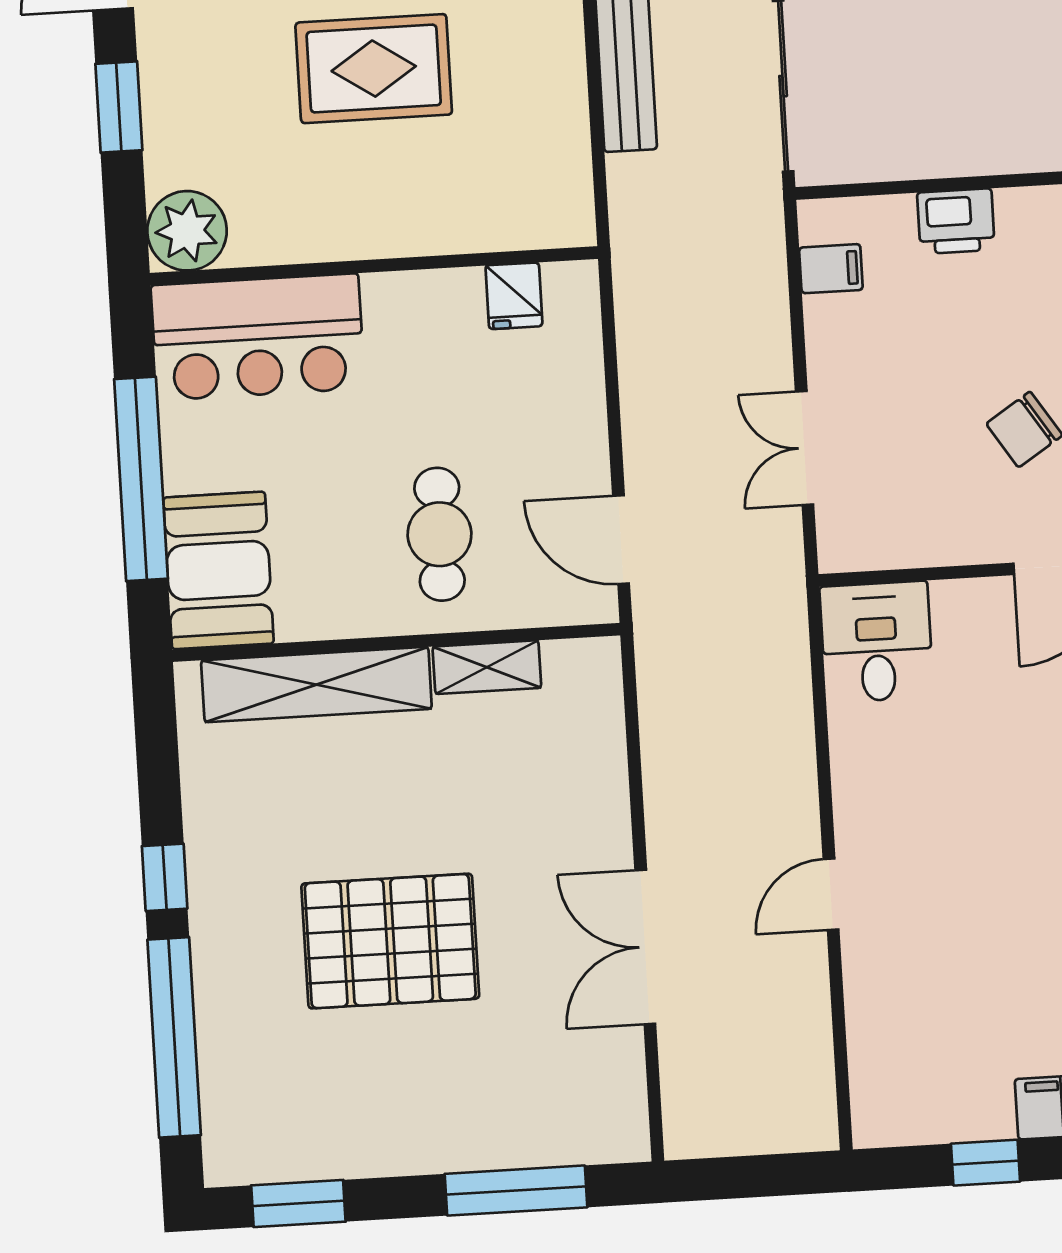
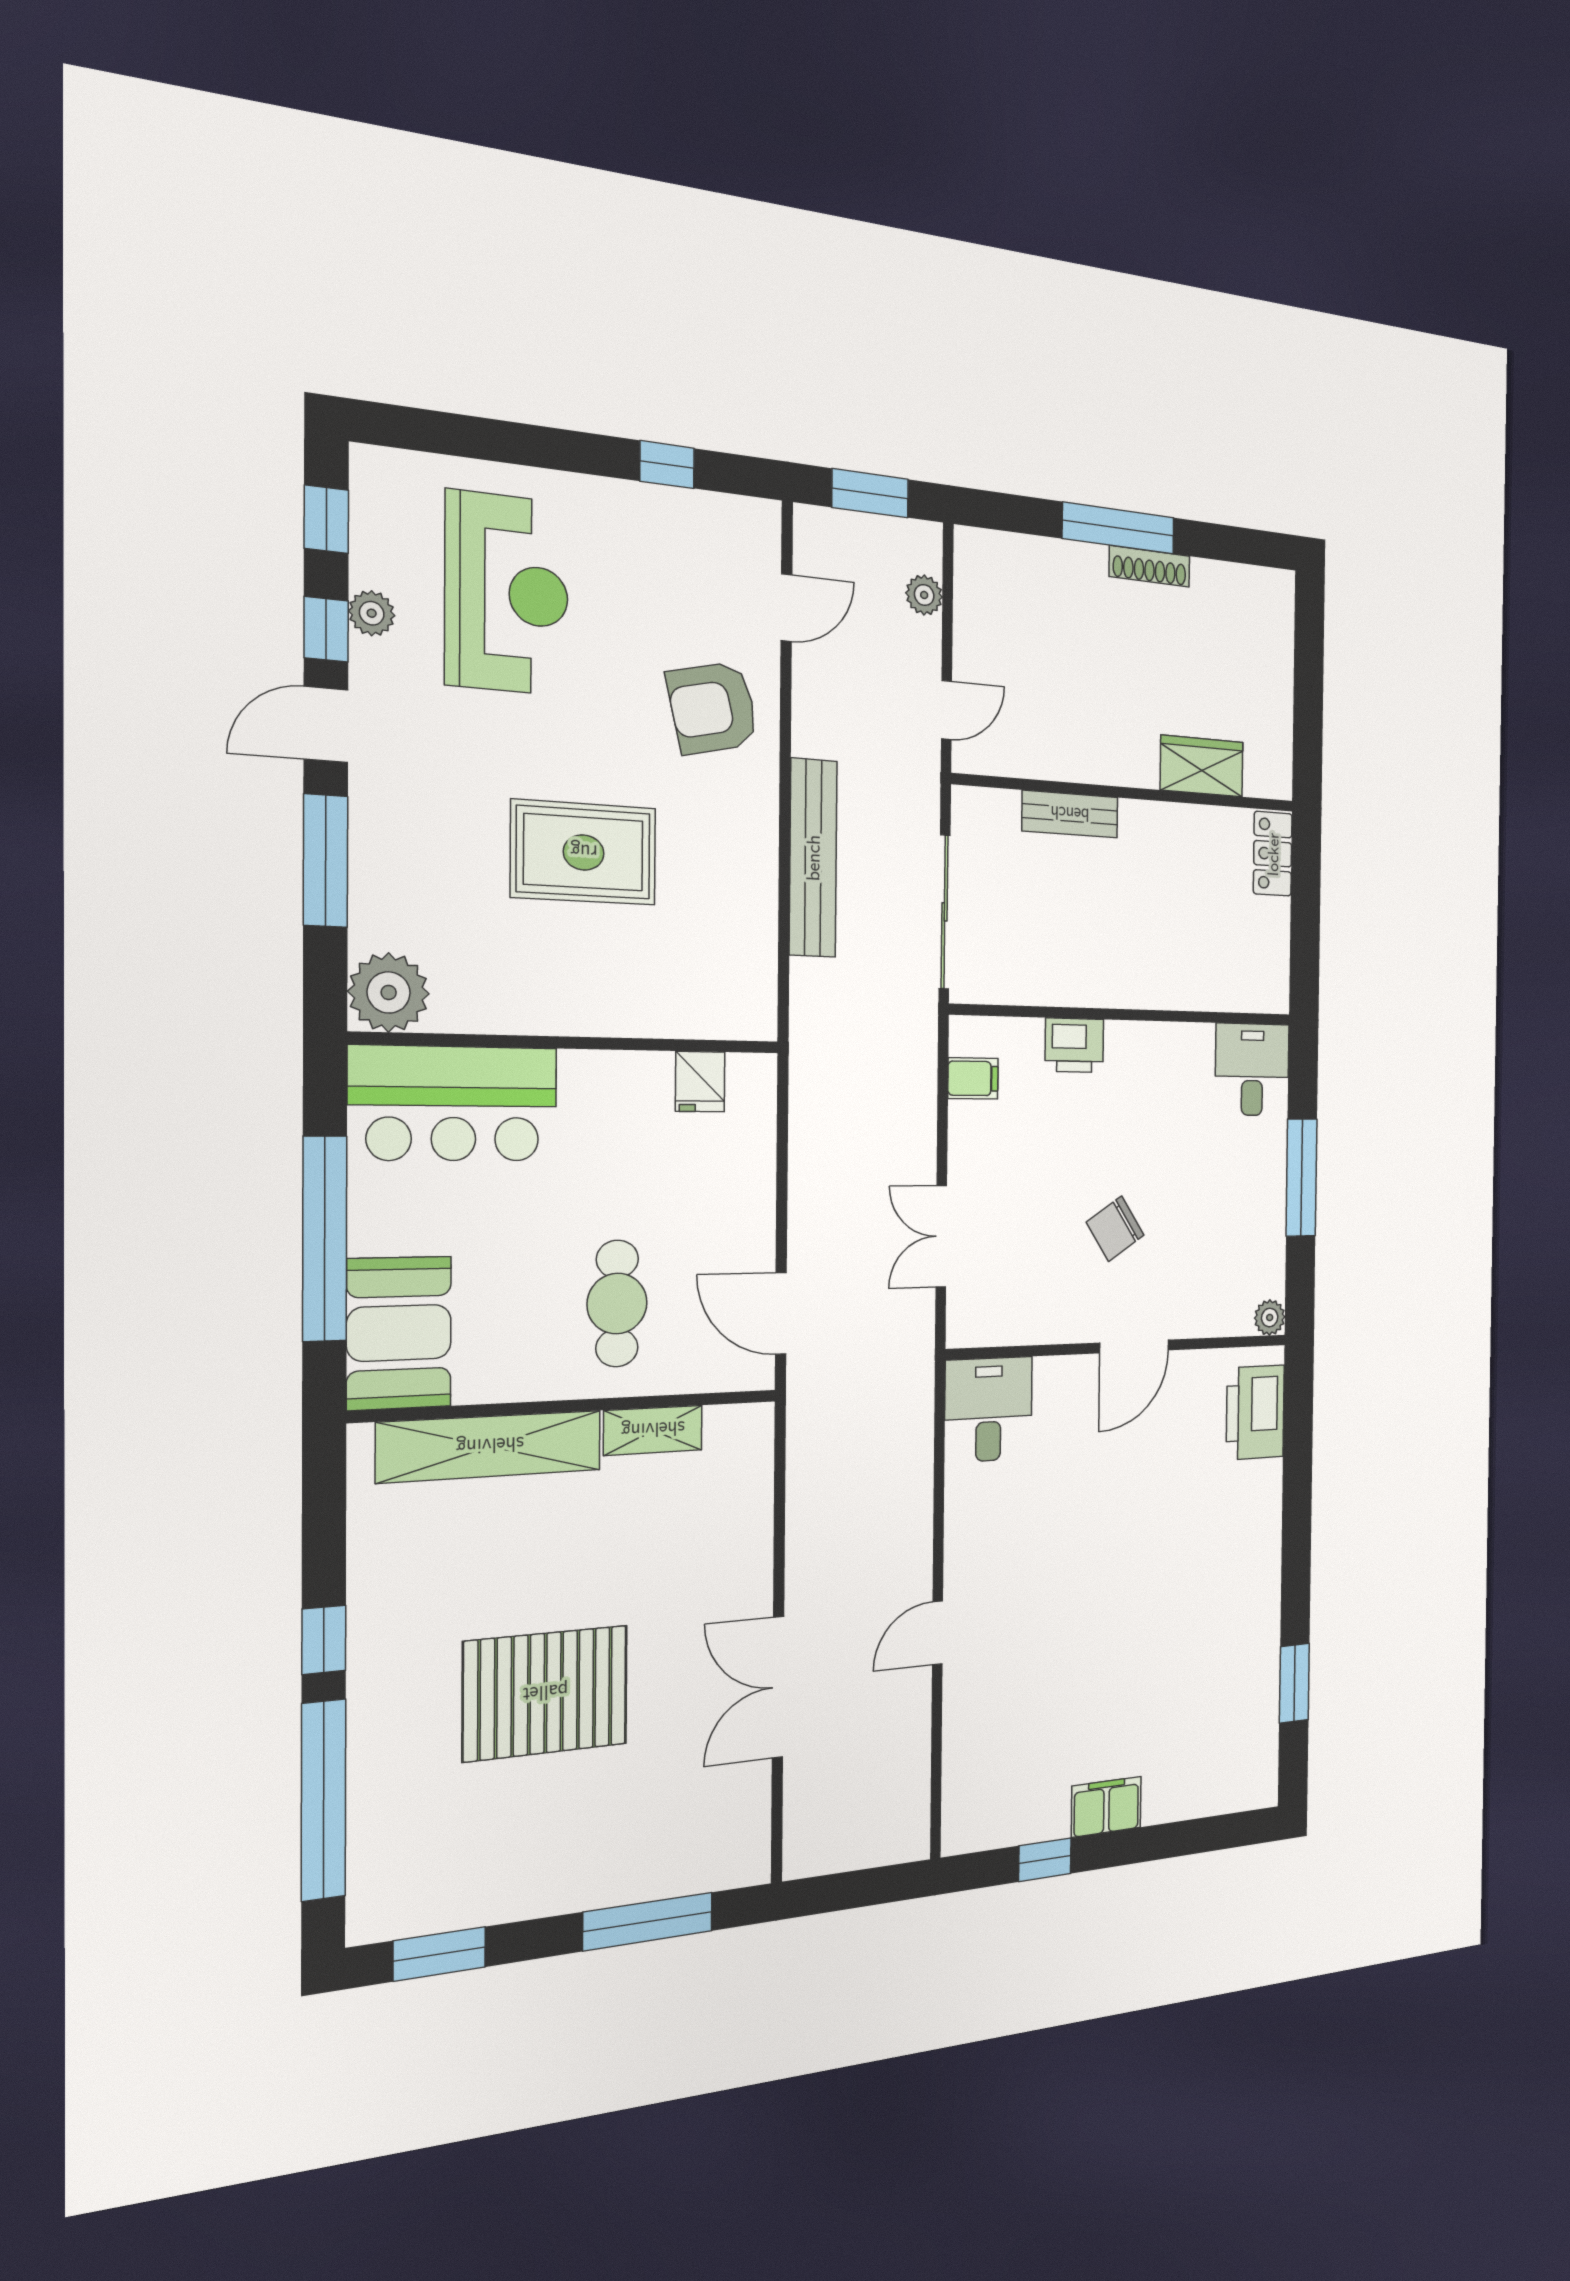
window: (119, 107) -> (326, 861), width x1.44

